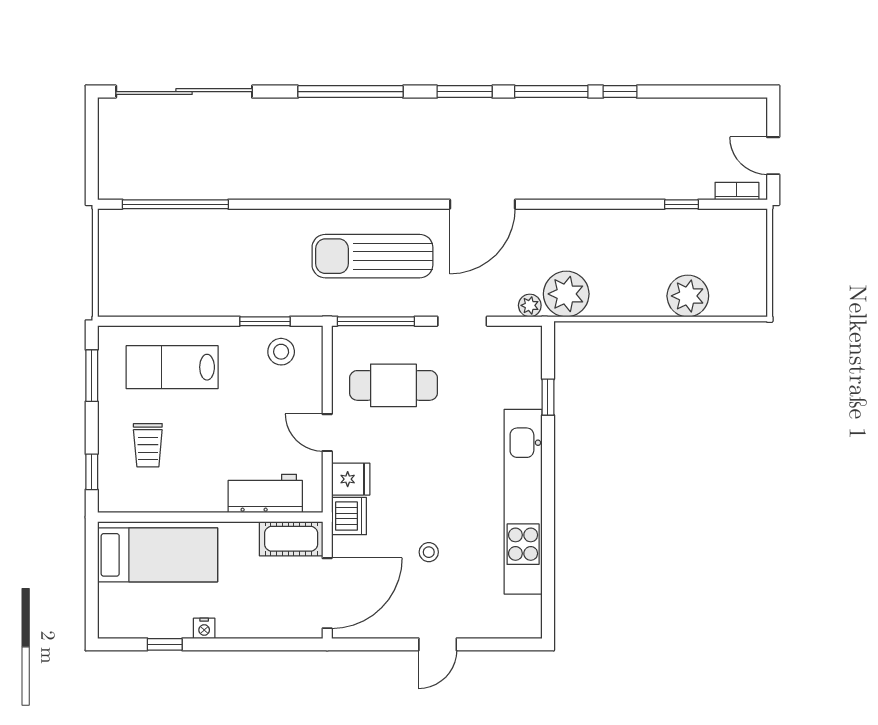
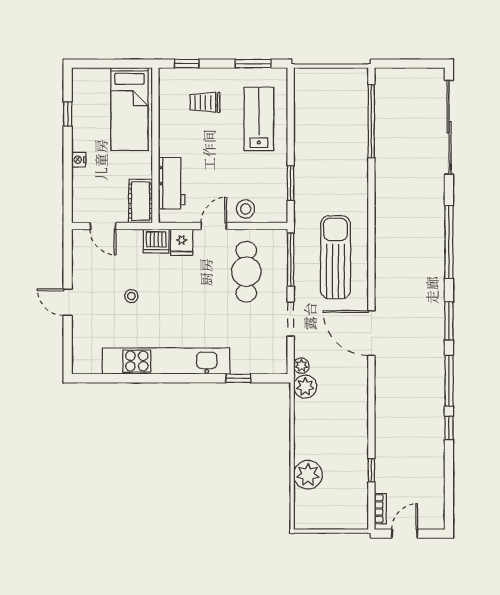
plant: (566, 294) -> (305, 387), width x0.73, depth x0.73
stool: (281, 352) -> (246, 209), moved
door: (327, 593) -> (103, 226), width x0.53
nightstand: (204, 628) -> (79, 160), moved

